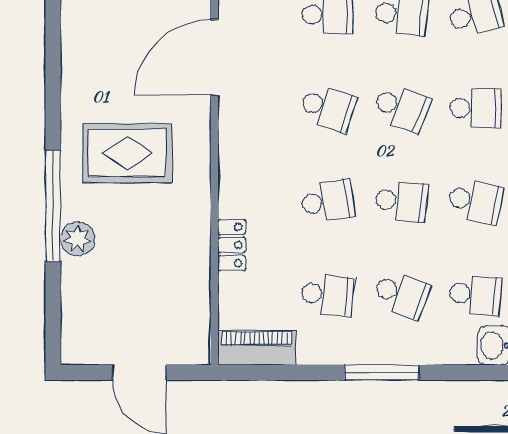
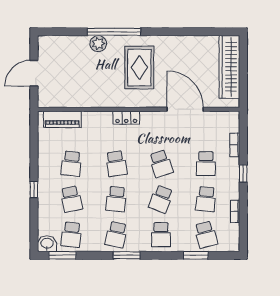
school desk: (328, 108) -> (161, 164), turned -36
locker: (232, 245) -> (126, 118), moved
school desk: (401, 295) -> (71, 199), turned -33
piano: (257, 348) -> (62, 119), moved, turned 90
window: (382, 373) -> (34, 190), width x0.46

